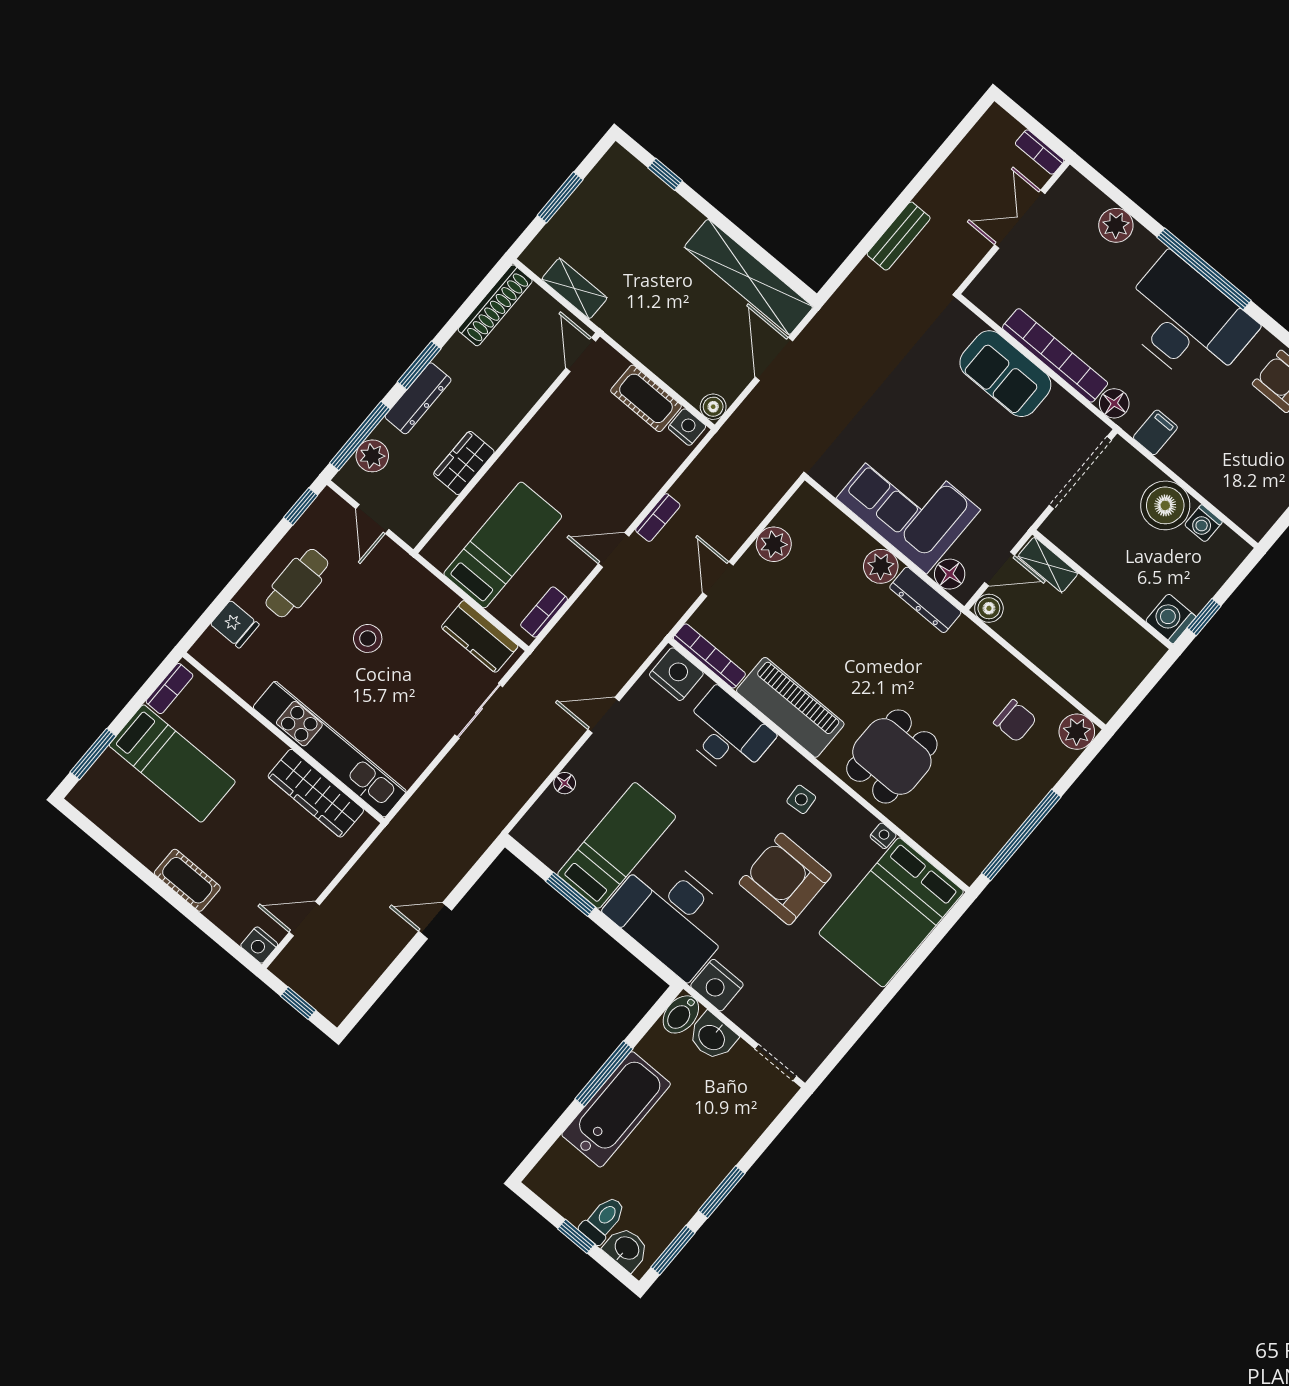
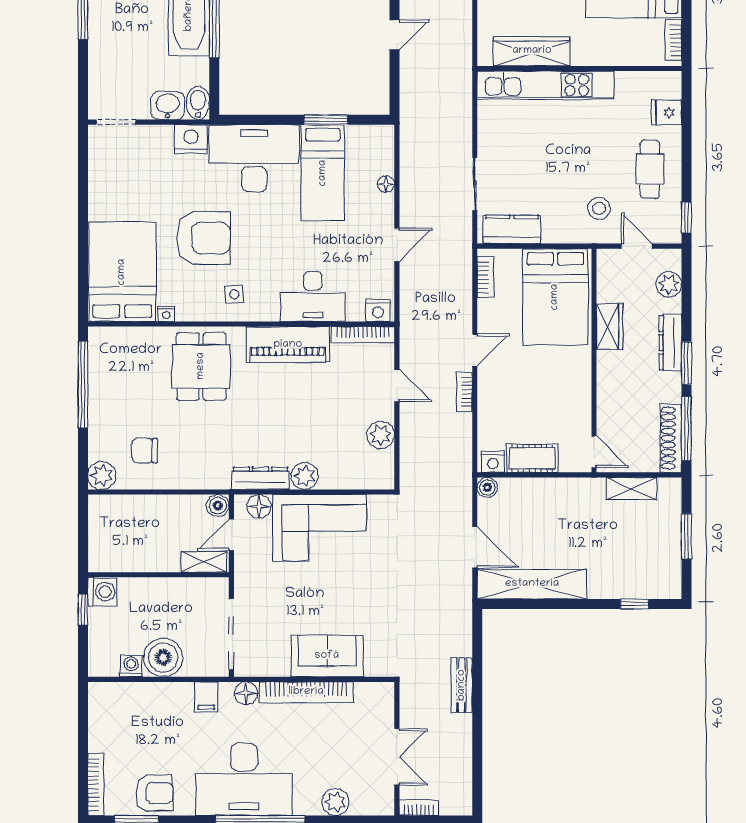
window: (360, 436) -> (686, 429), moved
bed: (503, 545) -> (555, 297), width x1.50
stool: (368, 638) -> (599, 208), moved
nightstand: (676, 674) -> (378, 310), width x0.74, depth x0.75

